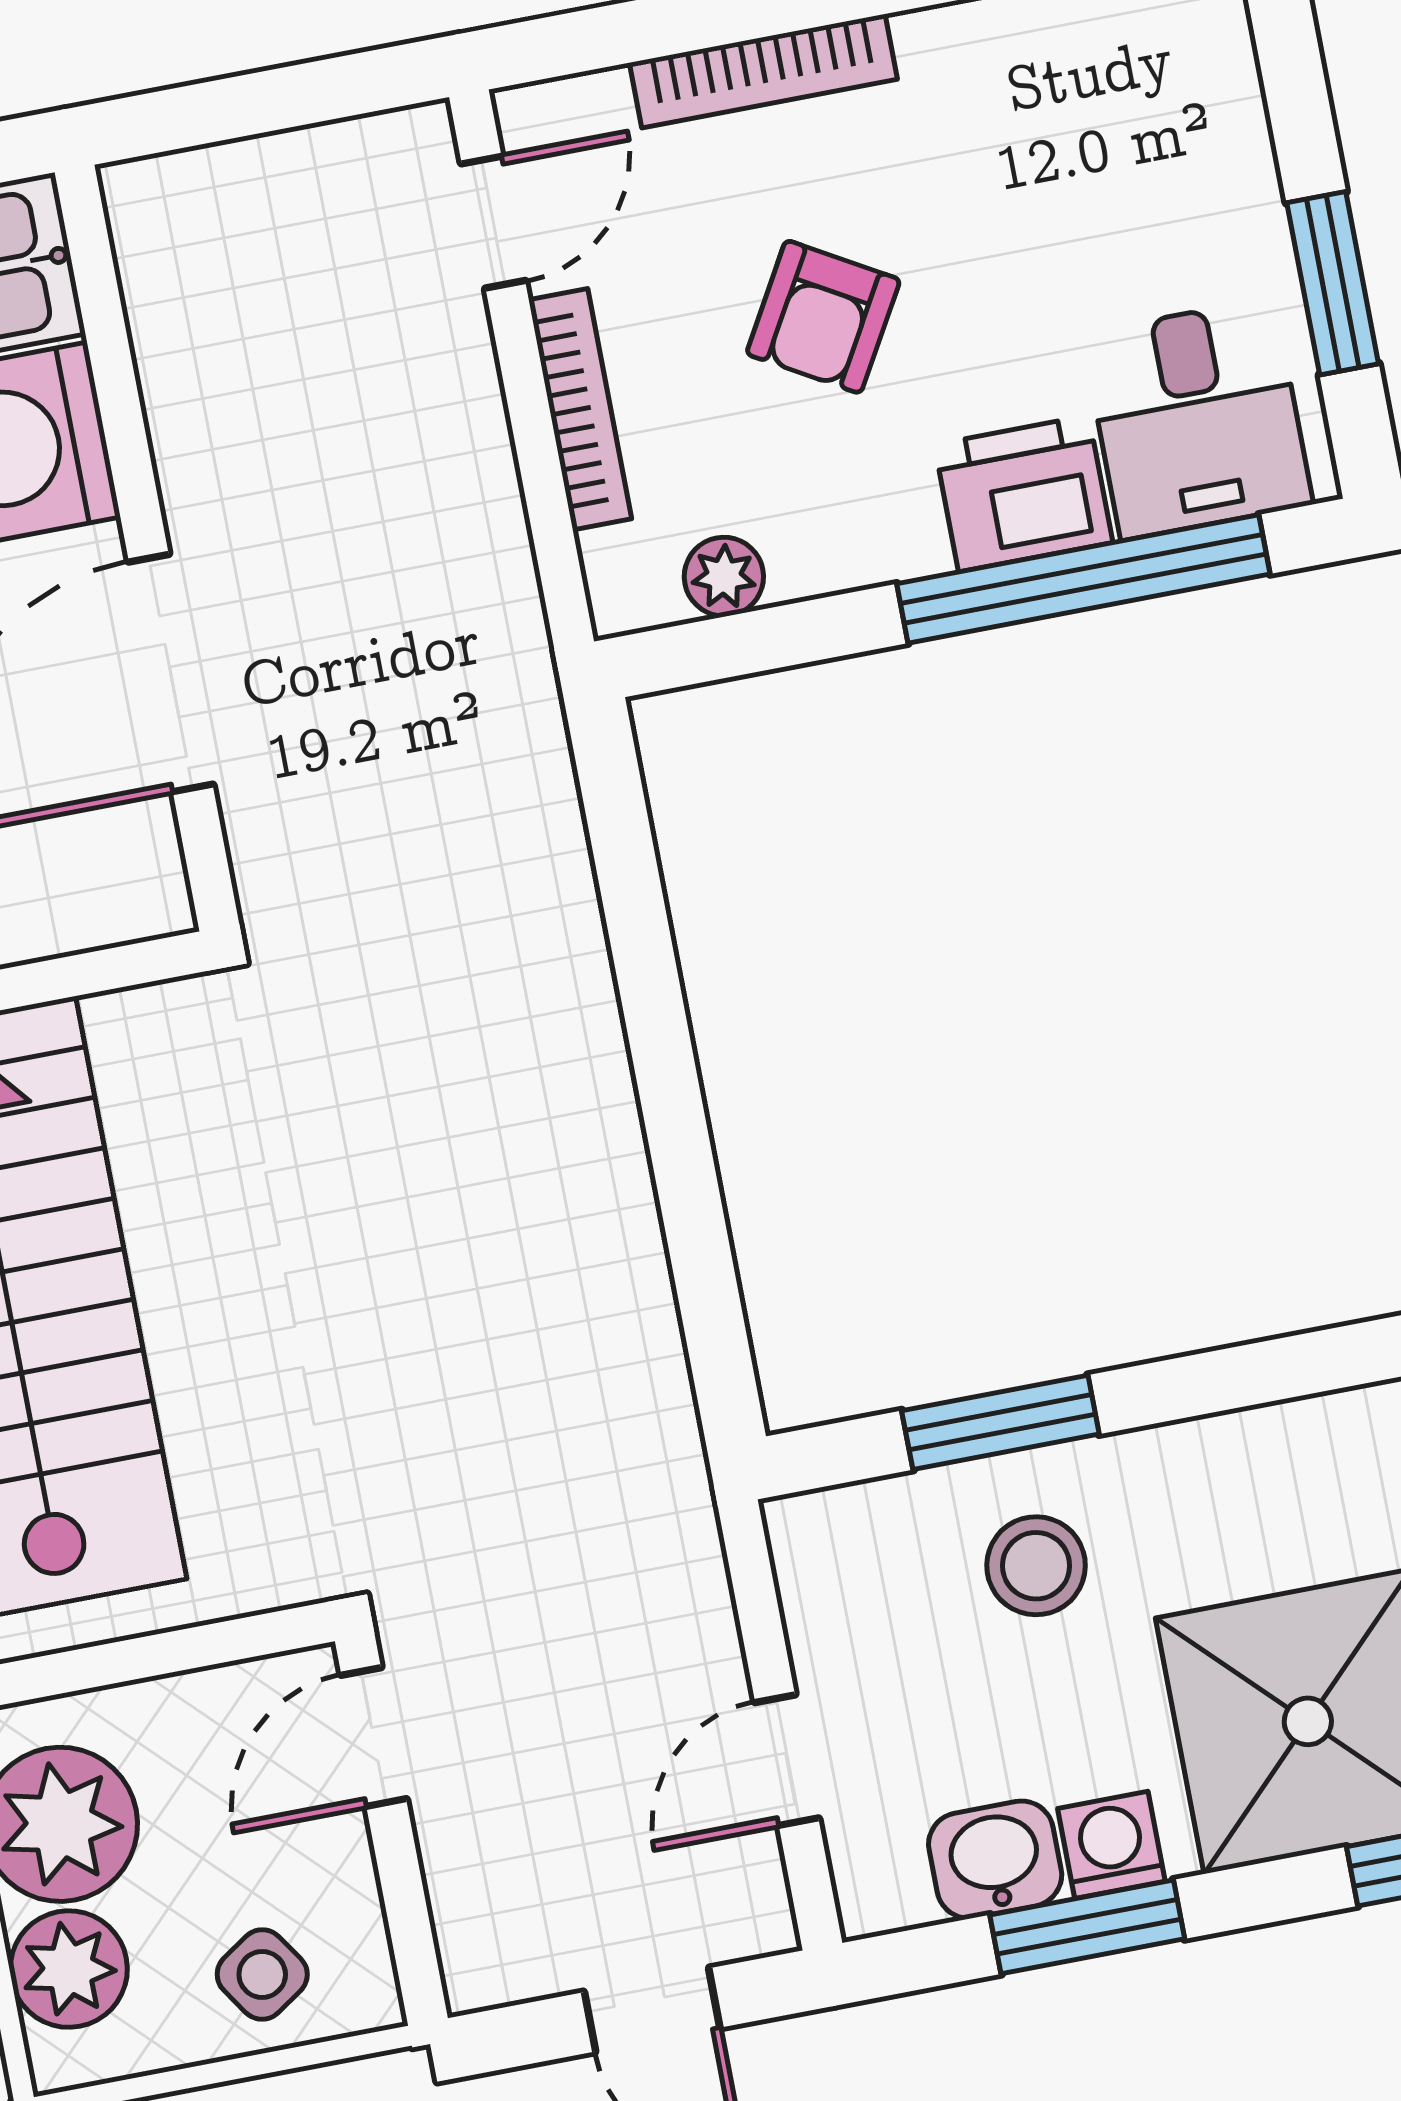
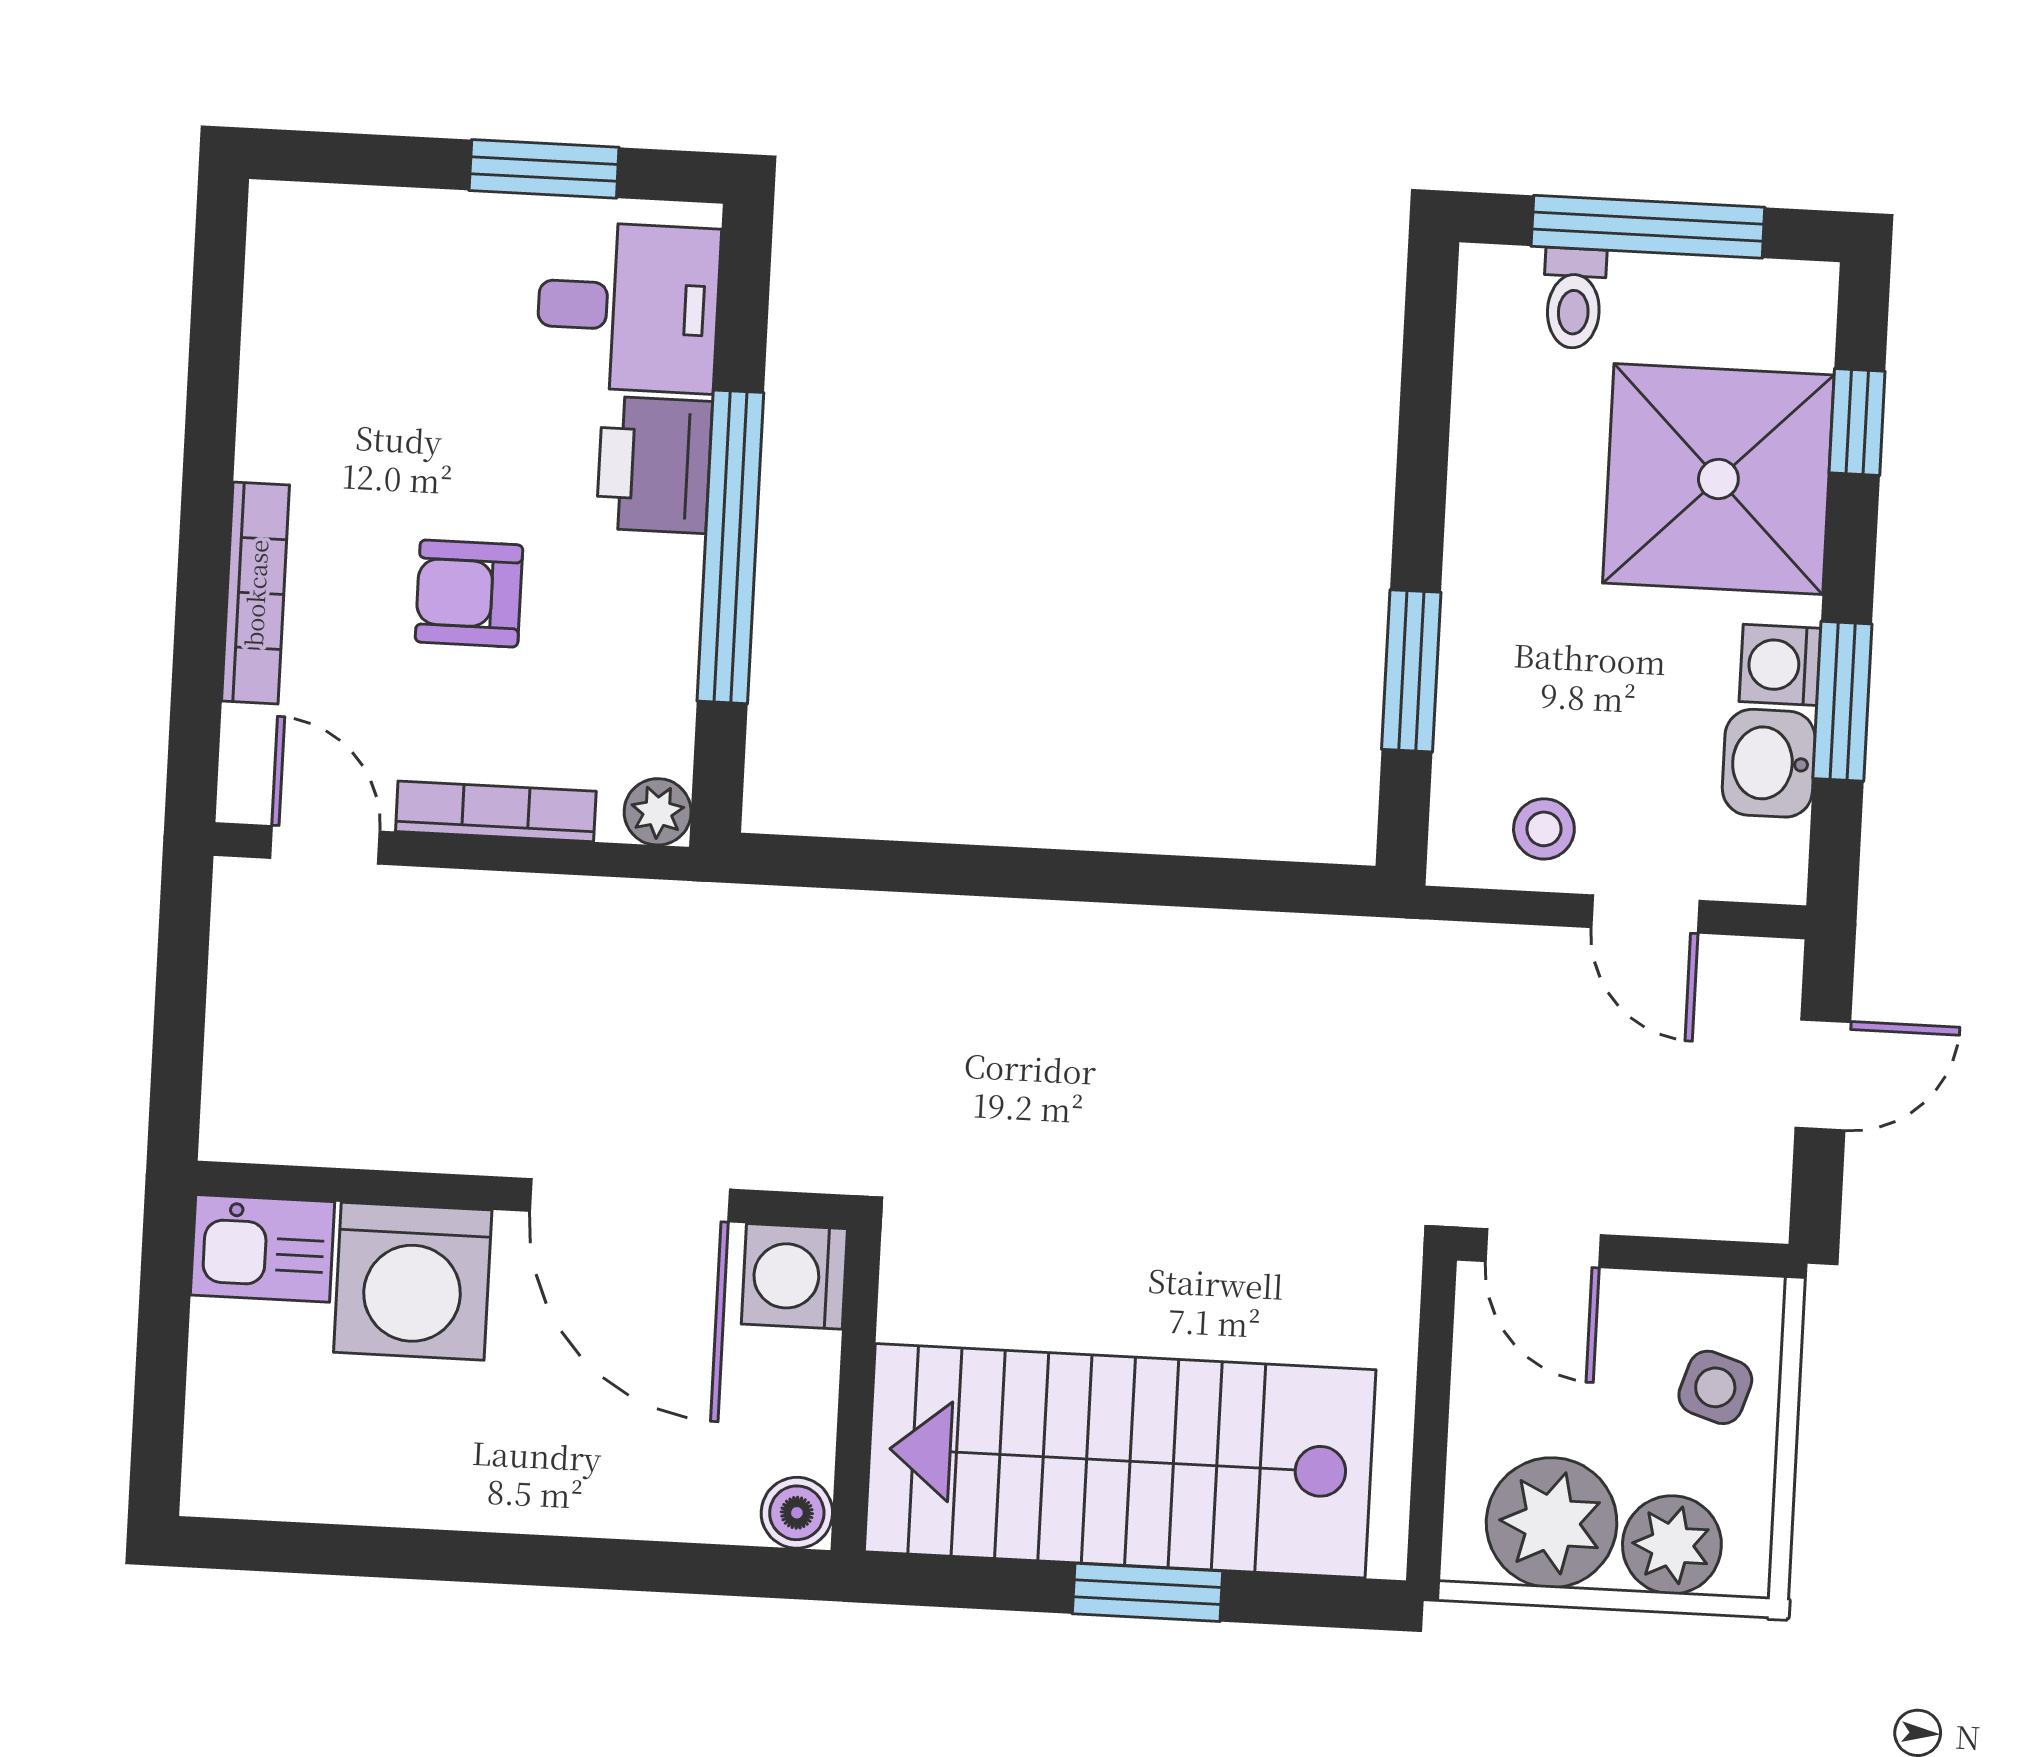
armchair: (823, 317) -> (469, 593), turned 150
plant: (724, 577) -> (658, 812), moved
window: (1083, 579) -> (730, 547), moved
washing machine: (130, 884) -> (794, 1276), added
stool: (1036, 1566) -> (1544, 829), moved, width x0.73, depth x0.73
side table: (262, 1974) -> (1715, 1387), turned -38

